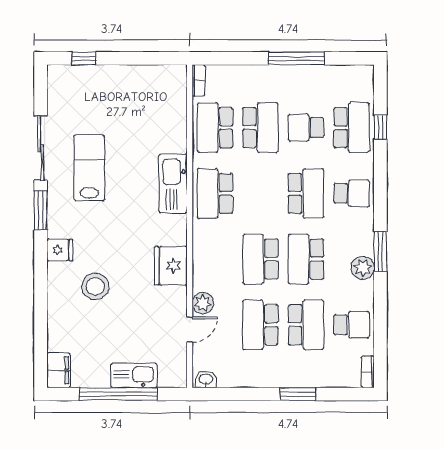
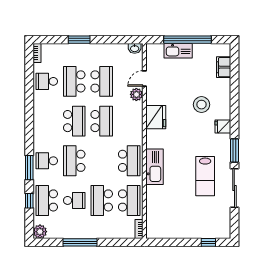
window: (380, 251) -> (29, 168), moved
plant: (363, 268) -> (40, 232), moved
filing cabinet: (59, 370) -> (224, 67), moved

